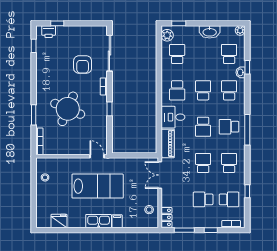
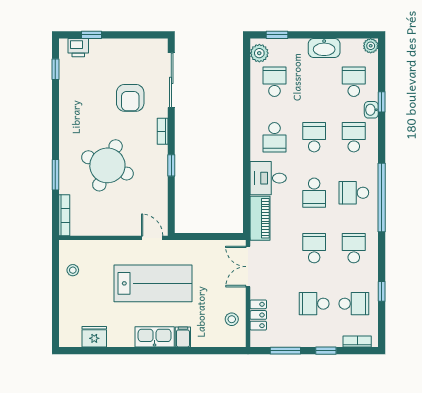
window: (247, 130) -> (382, 197), width x1.46
locker: (166, 217) -> (258, 315), moved

